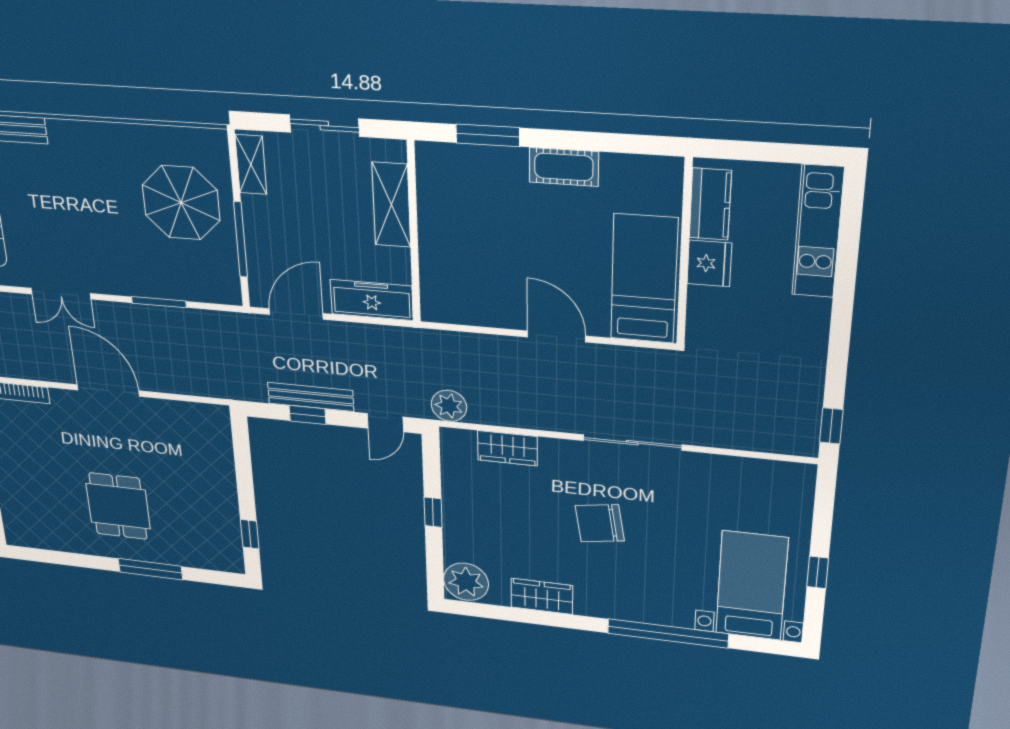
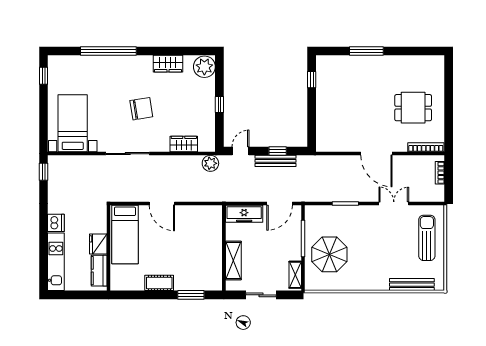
dishwasher: (810, 317) -> (56, 223), added
dining table: (118, 506) -> (413, 108), moved, turned 90
window: (818, 572) -> (44, 76), moved
bed with nightstands: (752, 586) -> (73, 123), moved, turned 180

